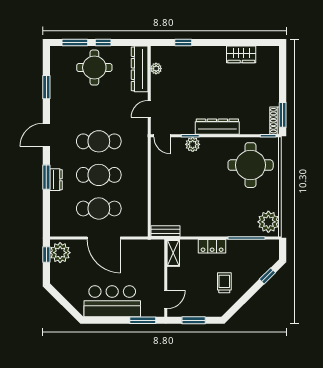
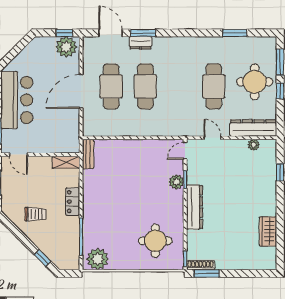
door: (46, 135) -> (111, 33), moved
cafe table: (99, 141) -> (214, 86), moved
round table: (251, 165) -> (155, 241), width x0.73, depth x0.73

